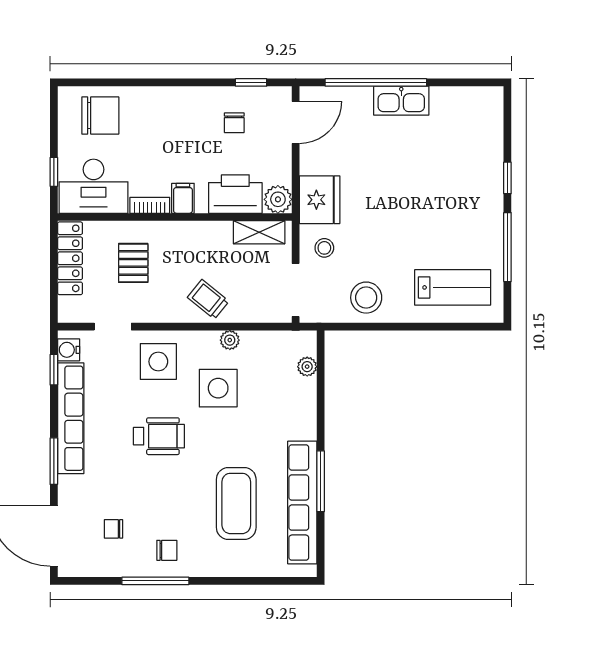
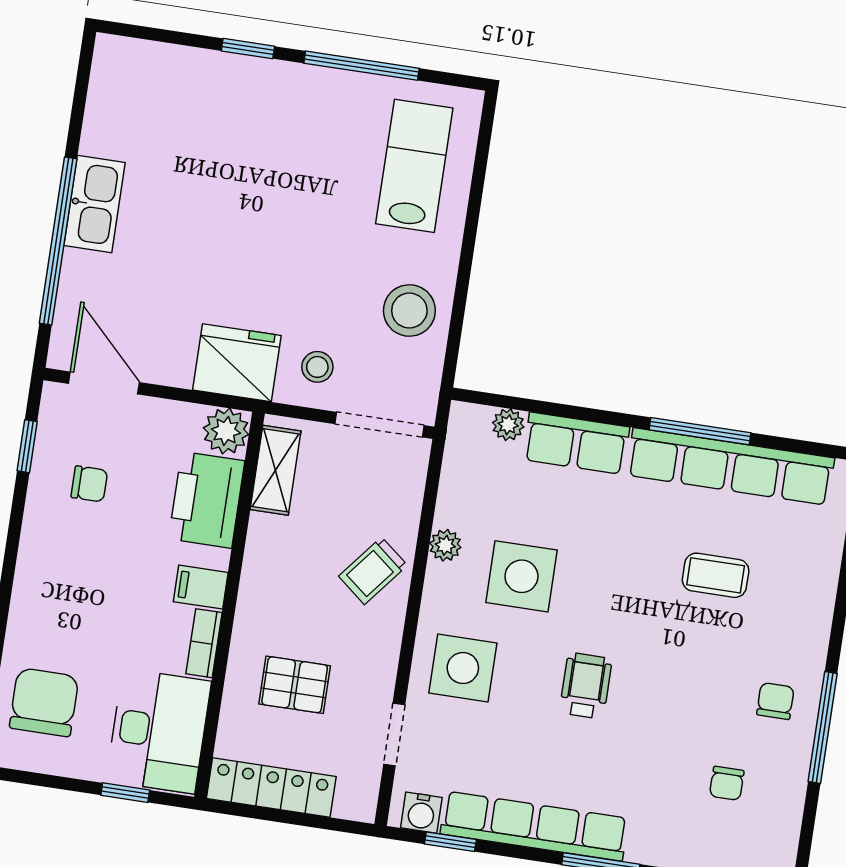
row of seats: (302, 409) -> (576, 443), added
wheelchair: (159, 436) -> (586, 686), width x0.73, depth x0.73
coffee table: (236, 503) -> (716, 575), width x0.54, depth x0.58

